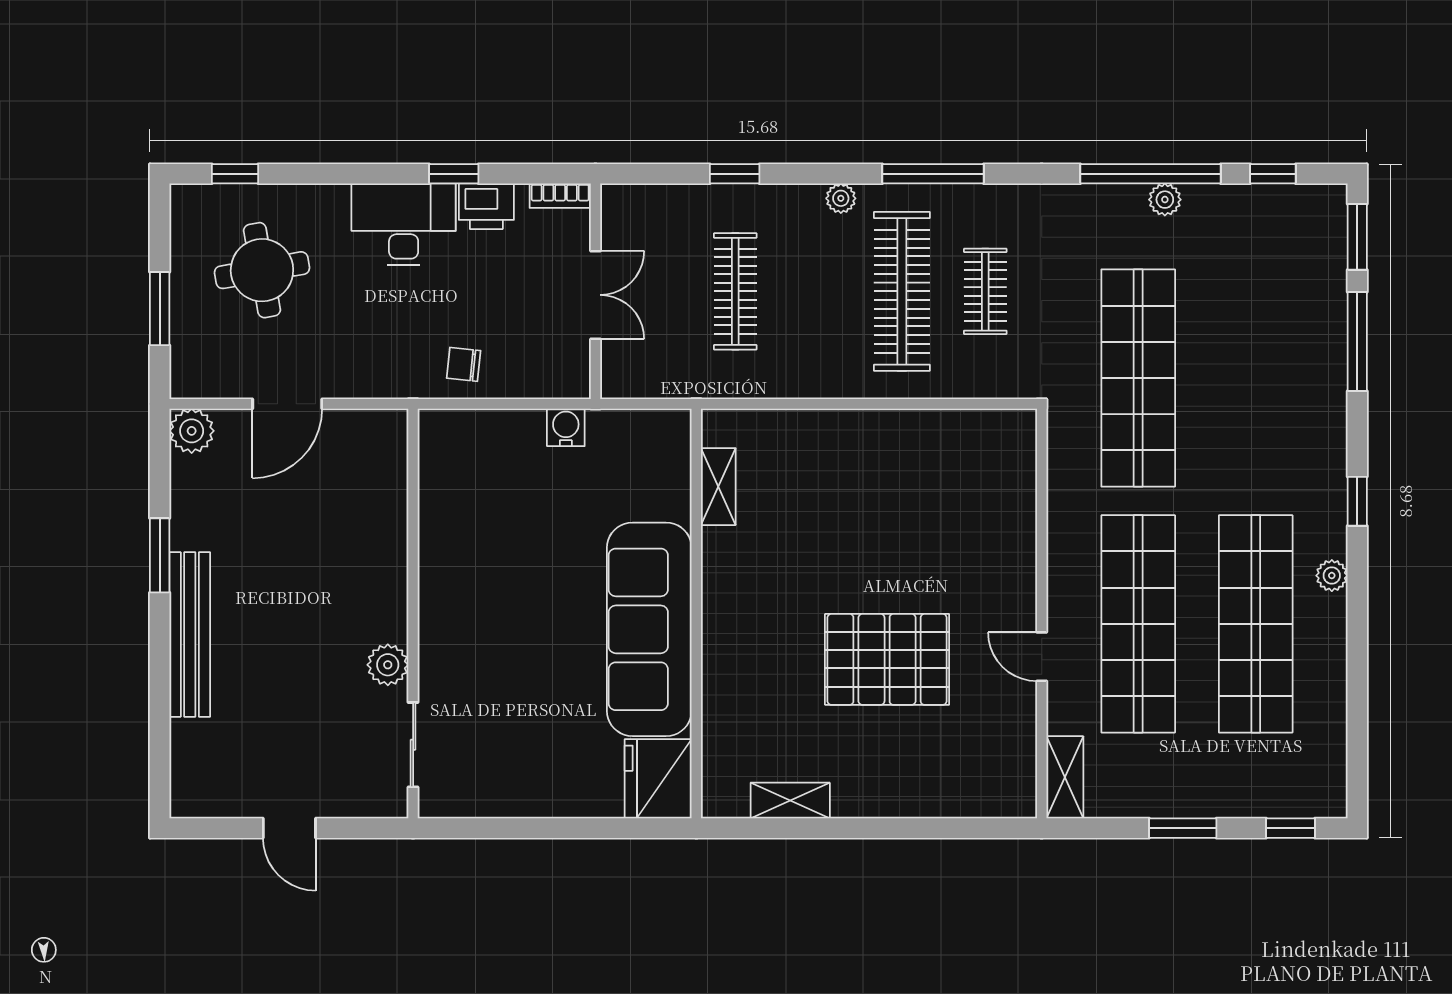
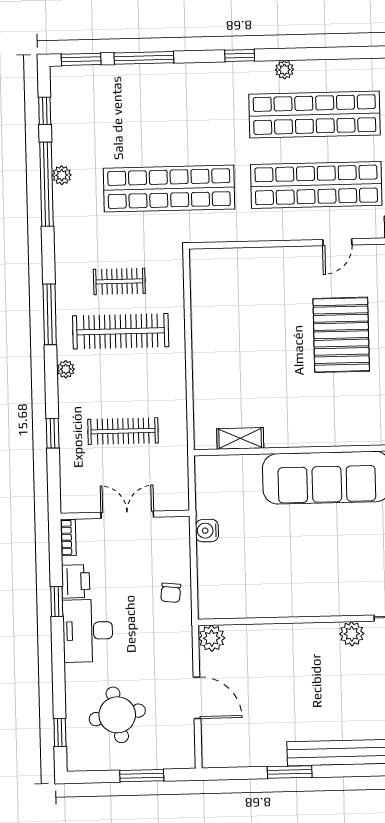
plant: (192, 431) -> (212, 638), moved

